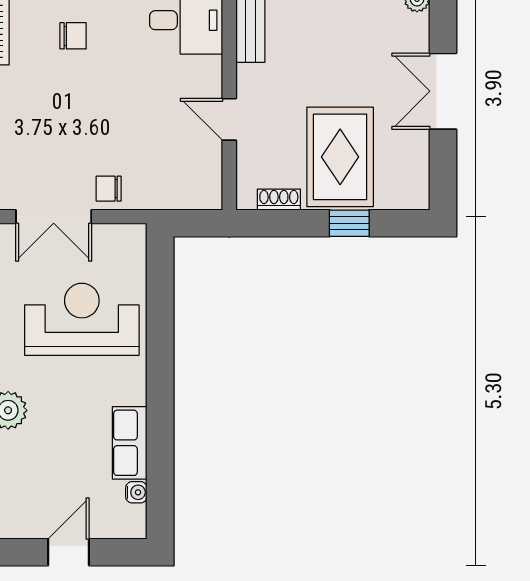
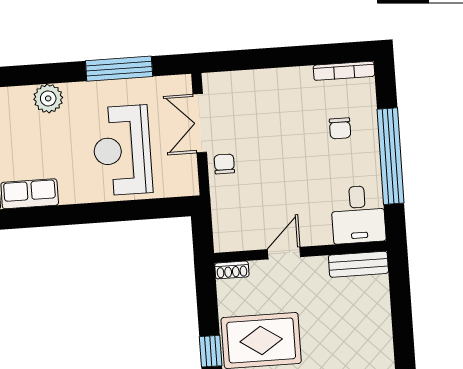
shoe rack: (279, 200) -> (232, 270), moved, turned 90
reception desk: (82, 319) -> (122, 150), turned 180

